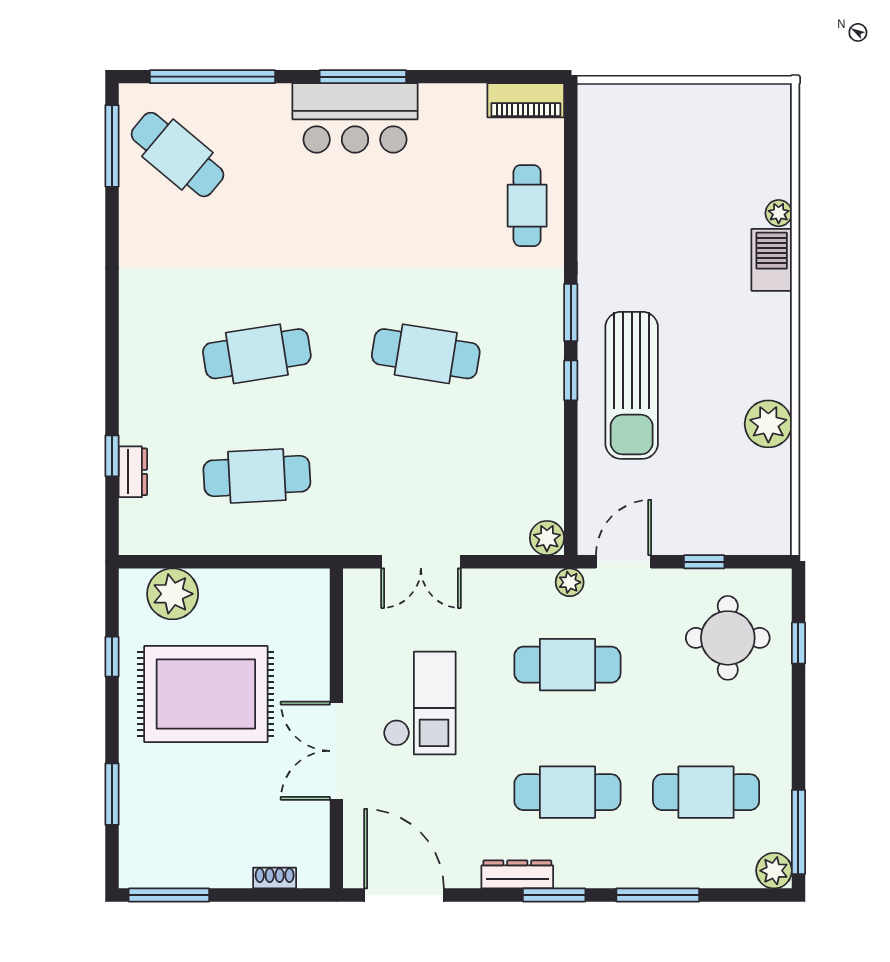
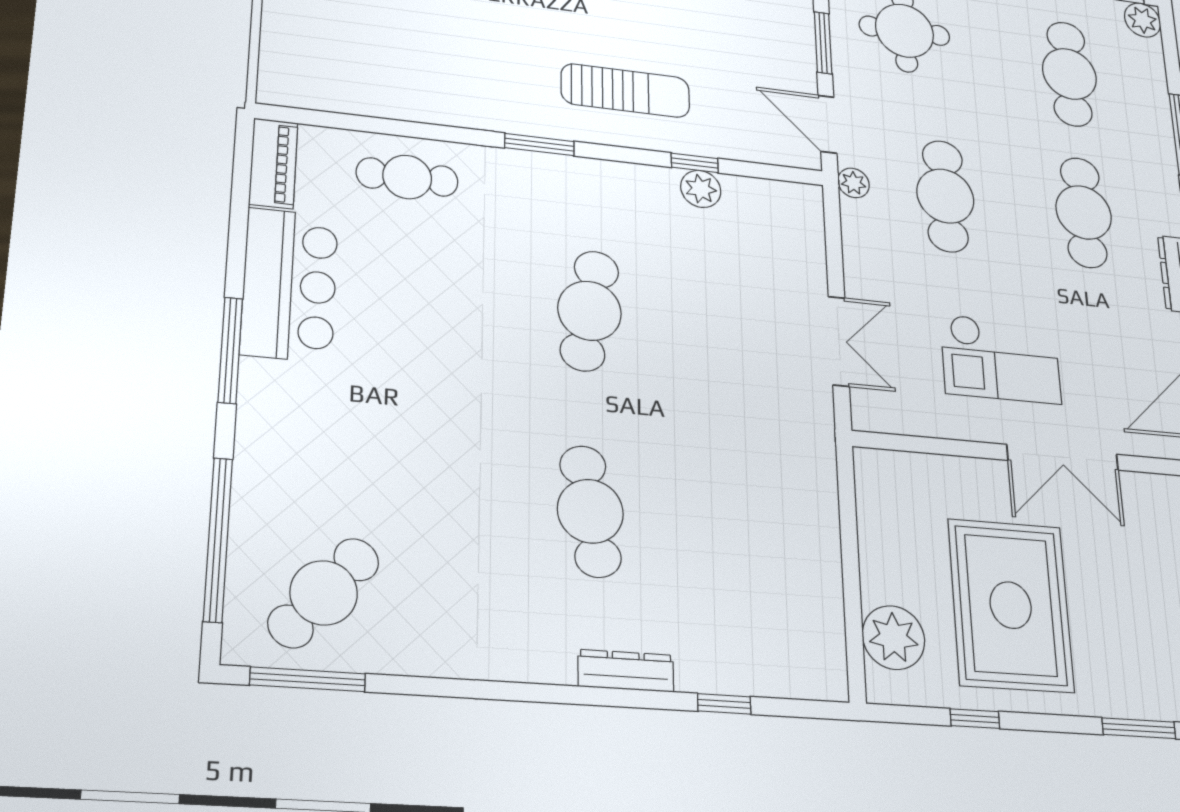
bar counter: (355, 118) -> (290, 285), moved
window: (571, 380) -> (695, 163), moved
sun lounger: (632, 385) -> (626, 91), width x0.73, depth x0.75
dresser: (133, 472) -> (626, 671), moved, width x1.44
cafe table: (257, 476) -> (744, 523), removed
plant: (547, 538) -> (701, 189), moved
window: (704, 562) -> (823, 43), width x1.50
checkout: (420, 703) -> (1001, 359), turned 180

